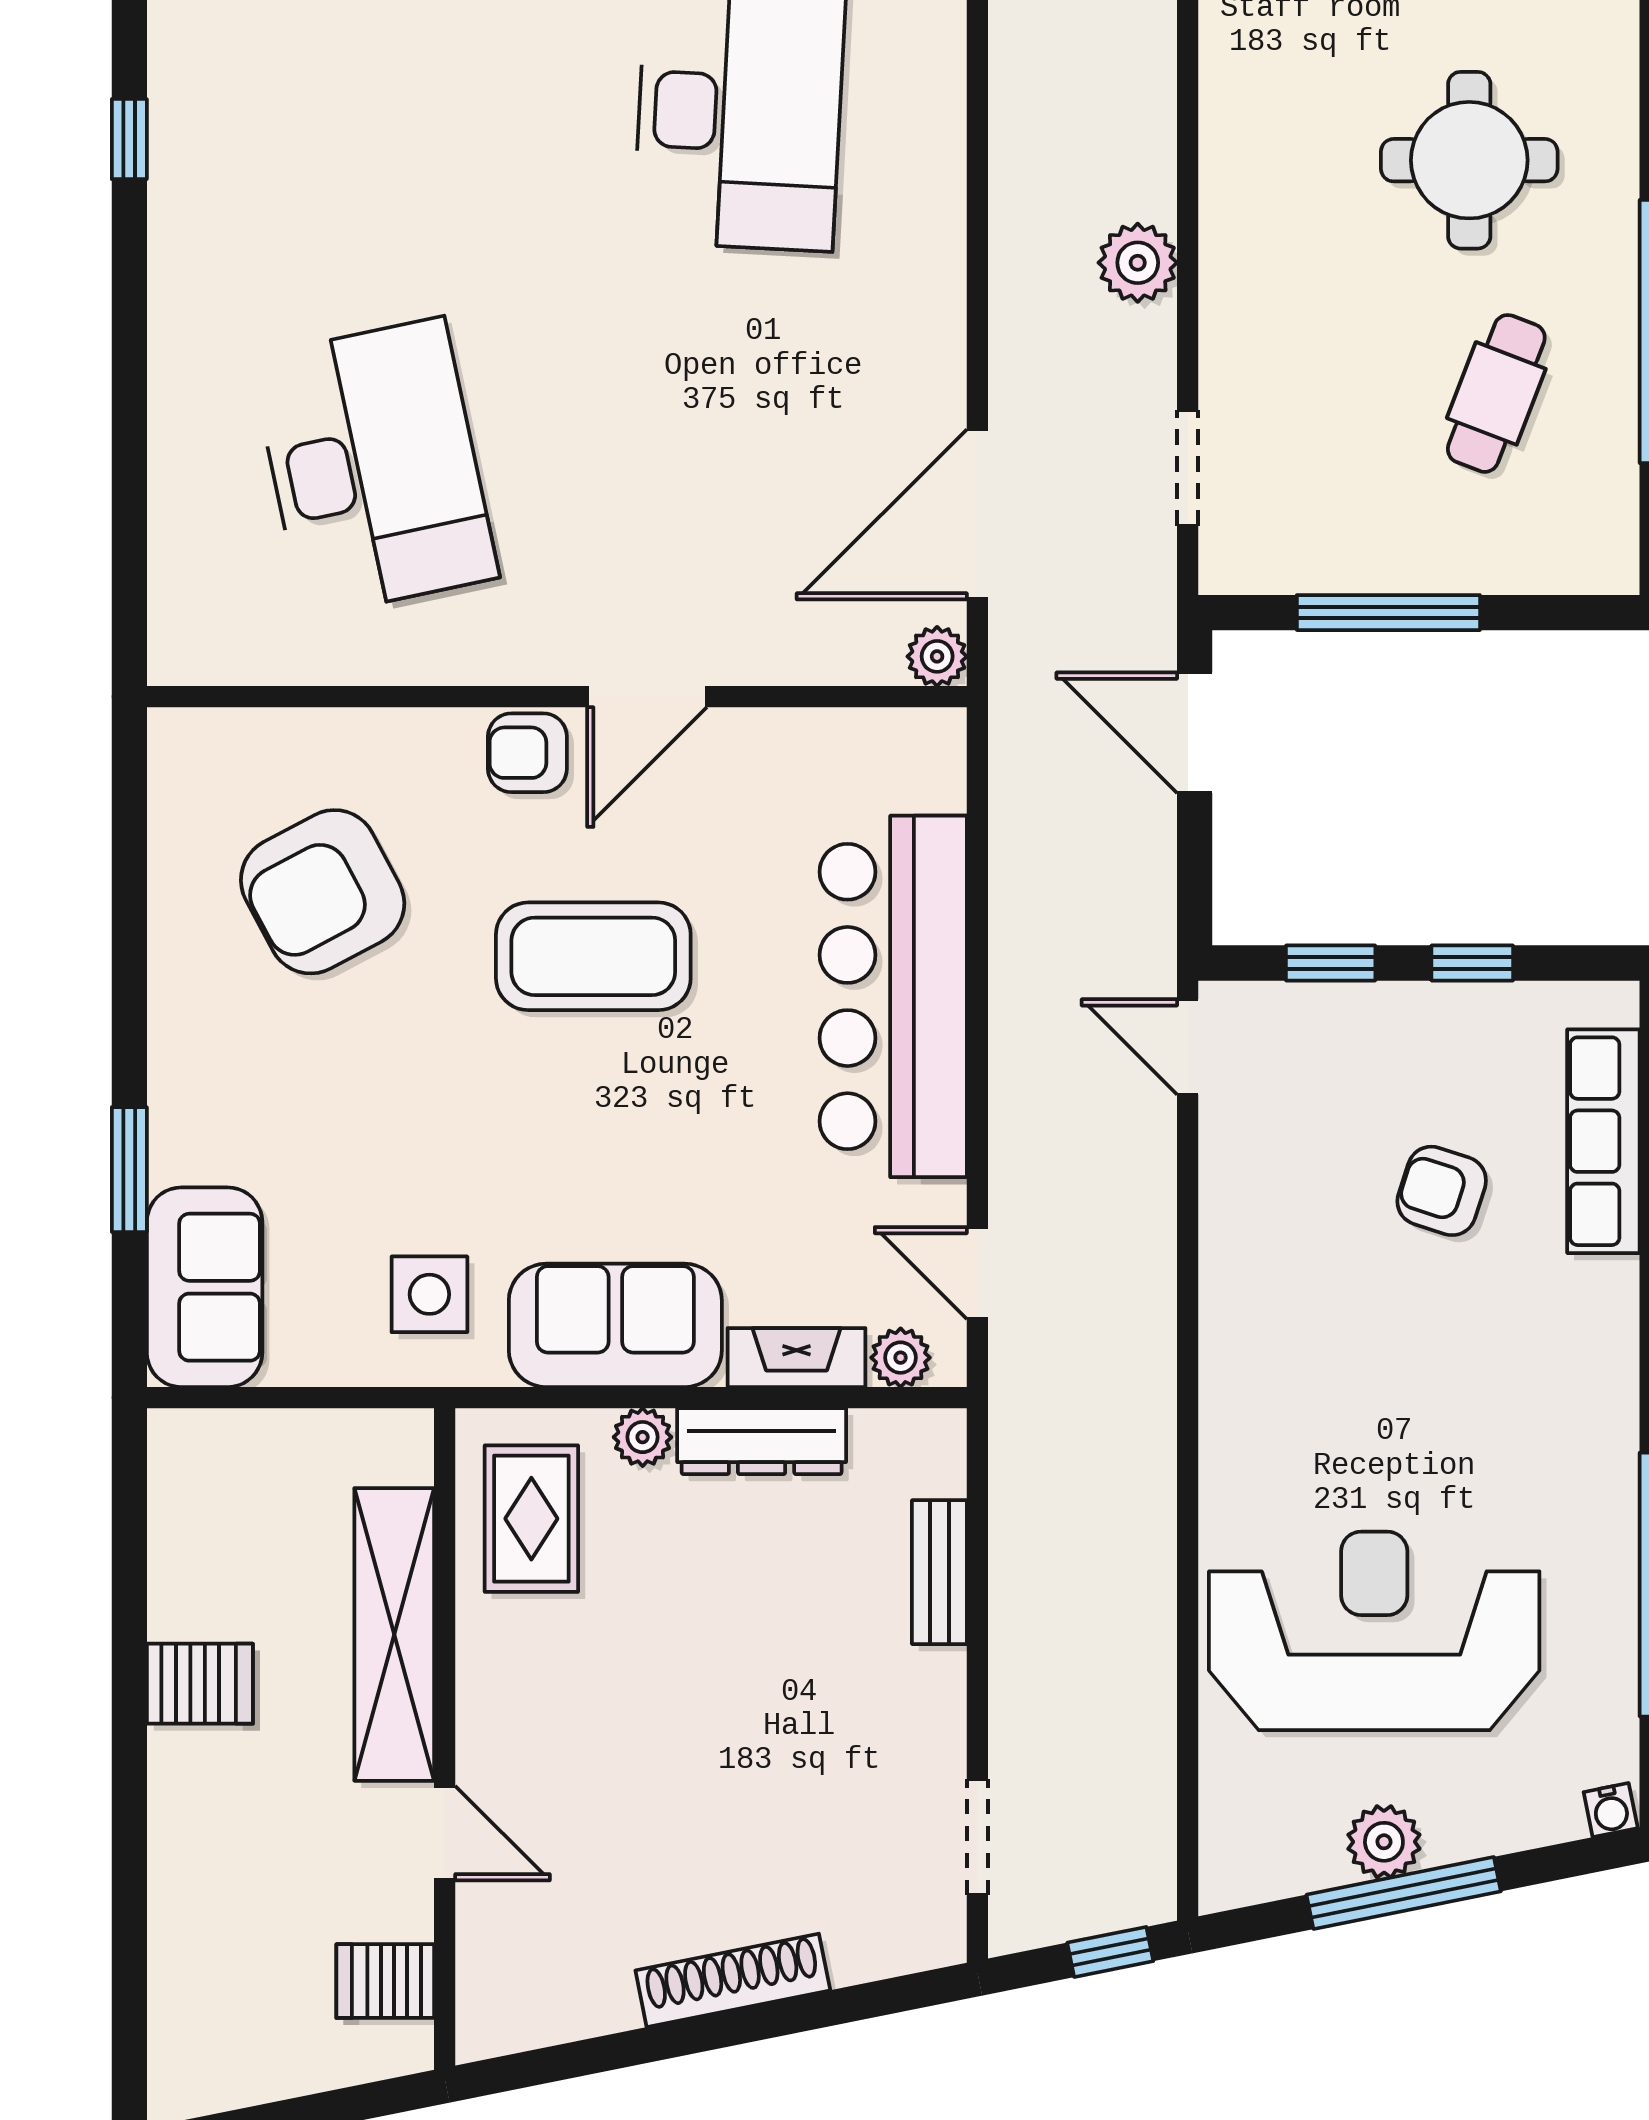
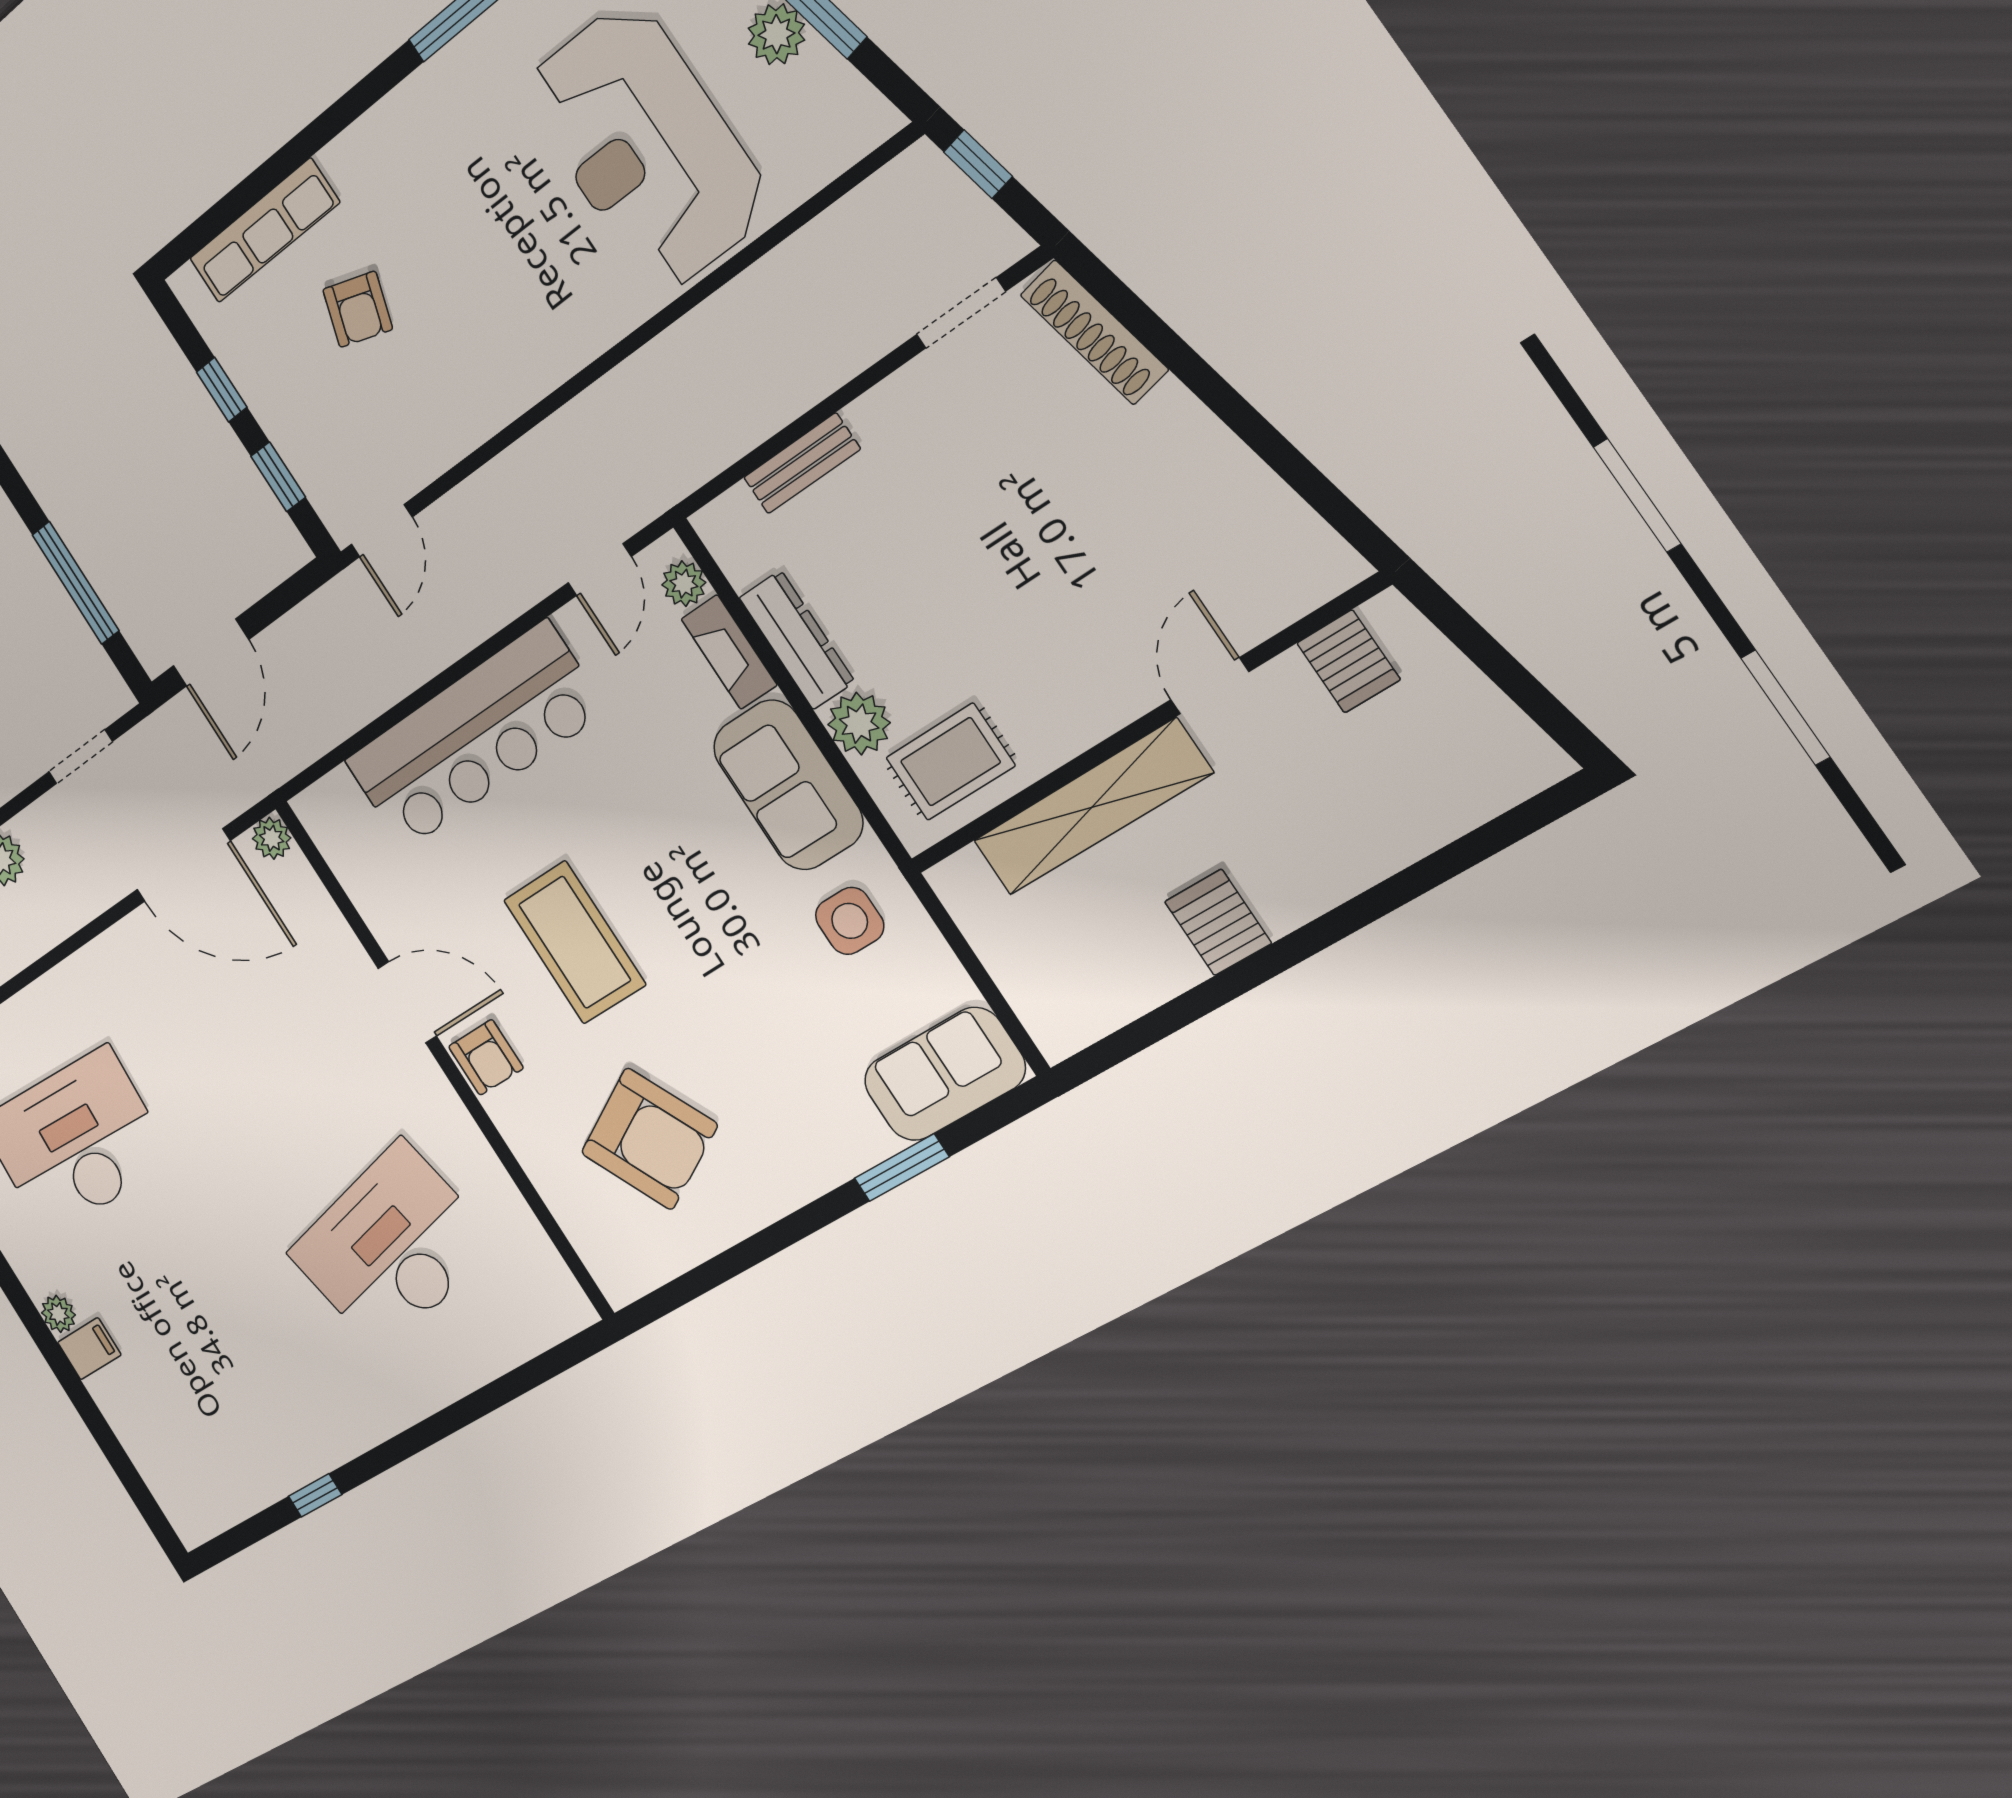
plant: (643, 1437) -> (859, 724), width x1.38, depth x1.38
shoe rack: (733, 1980) -> (1094, 332), moved

